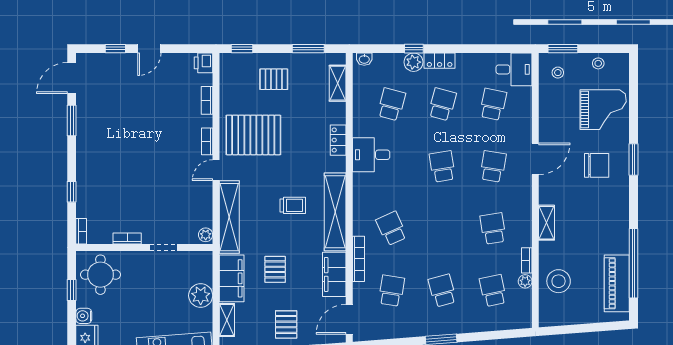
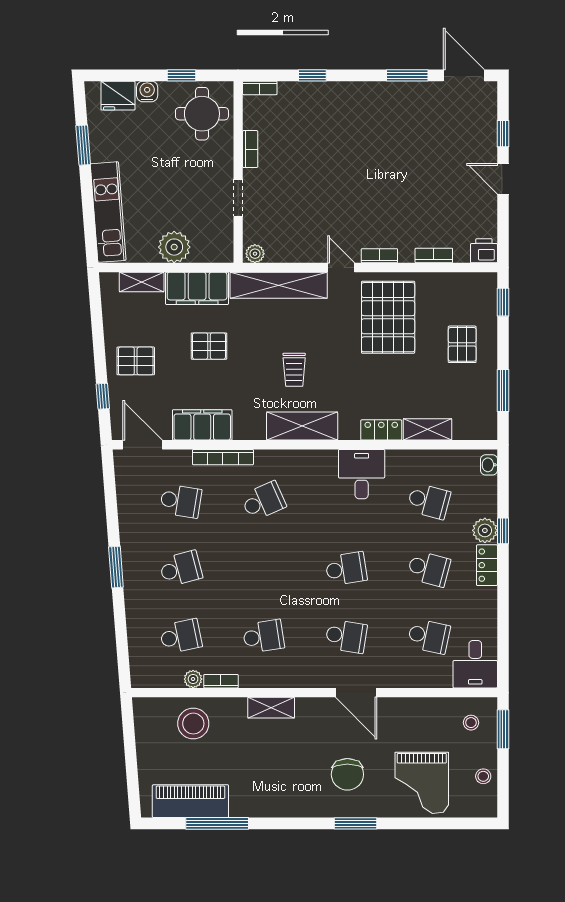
shelving: (338, 83) -> (427, 429), moved
shelving: (335, 212) -> (302, 426), width x0.68
window: (634, 263) -> (217, 823), width x0.68

